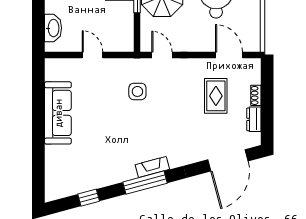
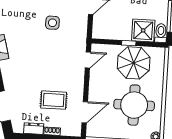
side table: (137, 91) -> (52, 23), moved

